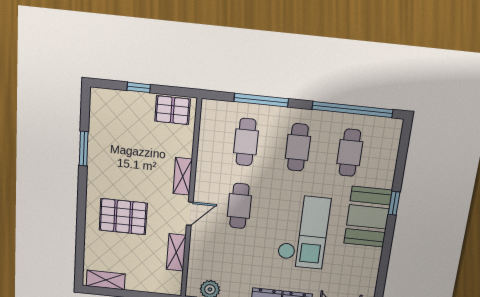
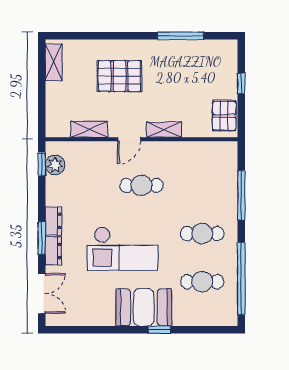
cafe table: (246, 142) -> (202, 185), removed
window: (84, 149) -> (181, 36), width x1.44
door: (190, 214) -> (129, 139), hinge flipped
pallet: (123, 217) -> (119, 76), turned 90

